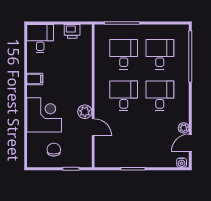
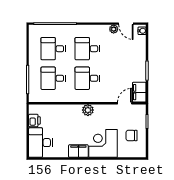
desk: (40, 39) -> (40, 143), width x1.37
filing cabinet: (35, 79) -> (78, 151), width x2.00
plant: (85, 112) -> (88, 110), moved
door: (93, 127) -> (125, 103), moved
filing cabinet: (107, 159) -> (139, 92), added

